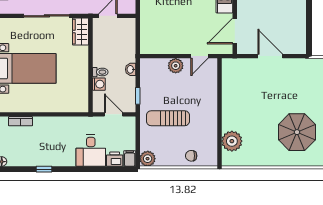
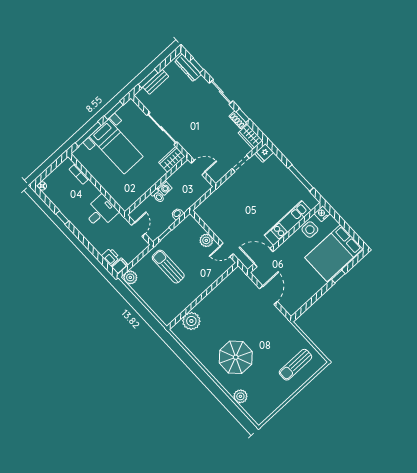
washing machine: (99, 84) -> (165, 188), moved
desk: (91, 151) -> (101, 212), moved, turned 180
chair: (191, 156) -> (158, 304), removed

